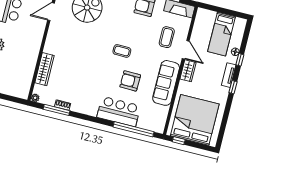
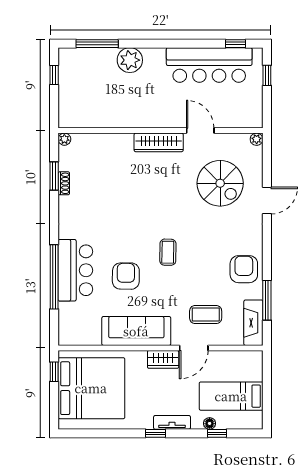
window: (240, 60) -> (217, 433), moved
wardrobe: (45, 69) -> (159, 142), moved
window: (57, 110) -> (54, 176), width x0.69
window: (133, 129) -> (54, 277), moved

